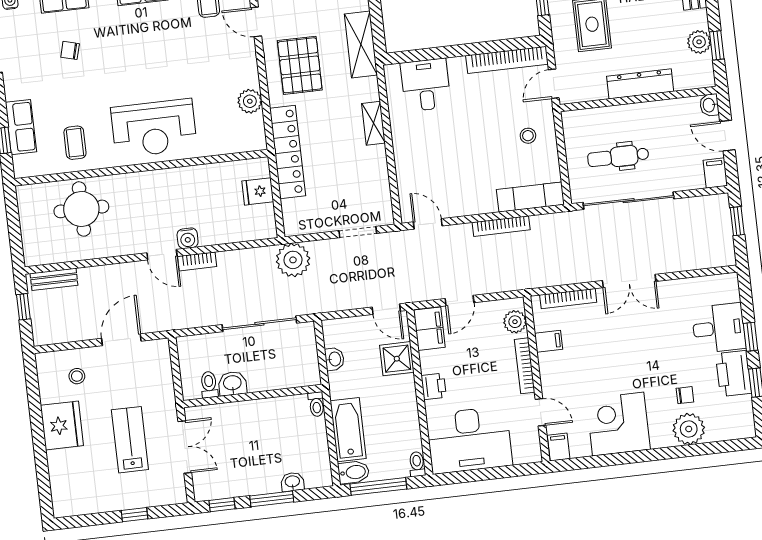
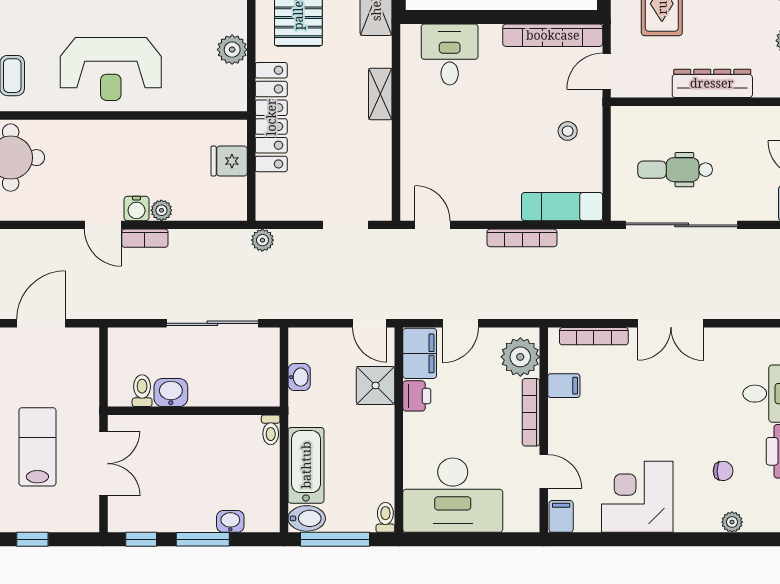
plant: (208, 237) -> (161, 210), added
plant: (293, 260) -> (262, 240), width x0.53, depth x0.53
plant: (515, 322) -> (520, 357), width x1.36, depth x1.36
printer: (434, 386) -> (417, 396), moved
plant: (689, 429) -> (732, 522), width x0.53, depth x0.53

